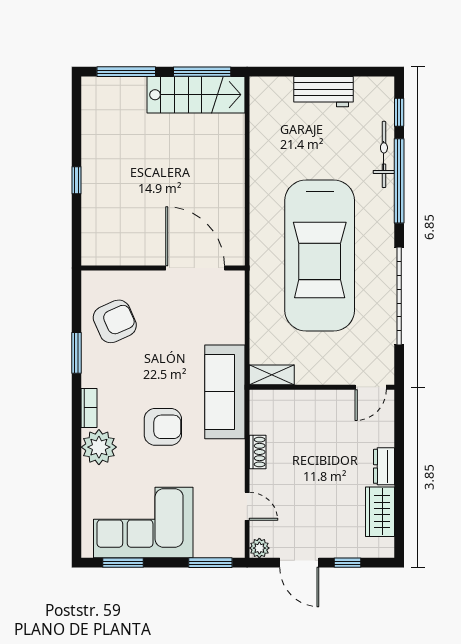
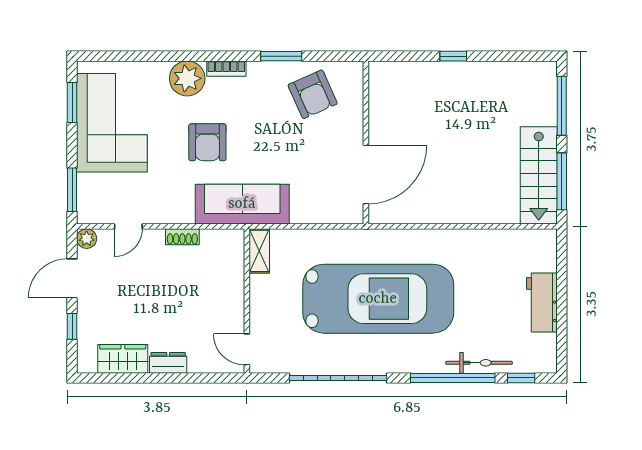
car: (320, 255) -> (378, 299), turned 180

